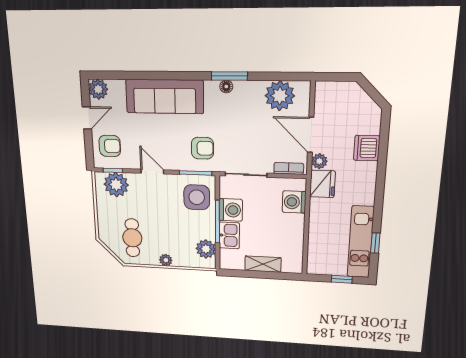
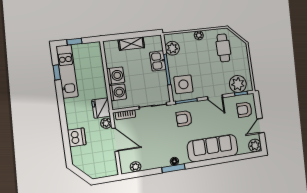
plant: (280, 96) -> (136, 167), width x0.53, depth x0.53
washing machine: (231, 210) -> (116, 76), moved, turned 180

